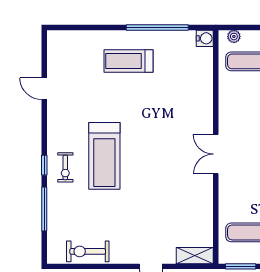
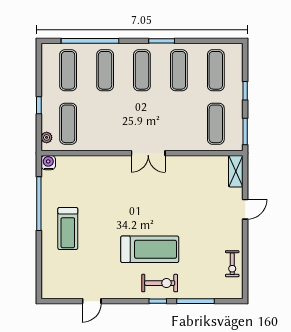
exercise bike: (65, 167) -> (160, 283), width x1.38, depth x1.39
exercise bike: (88, 251) -> (232, 264), width x0.73, depth x0.72

